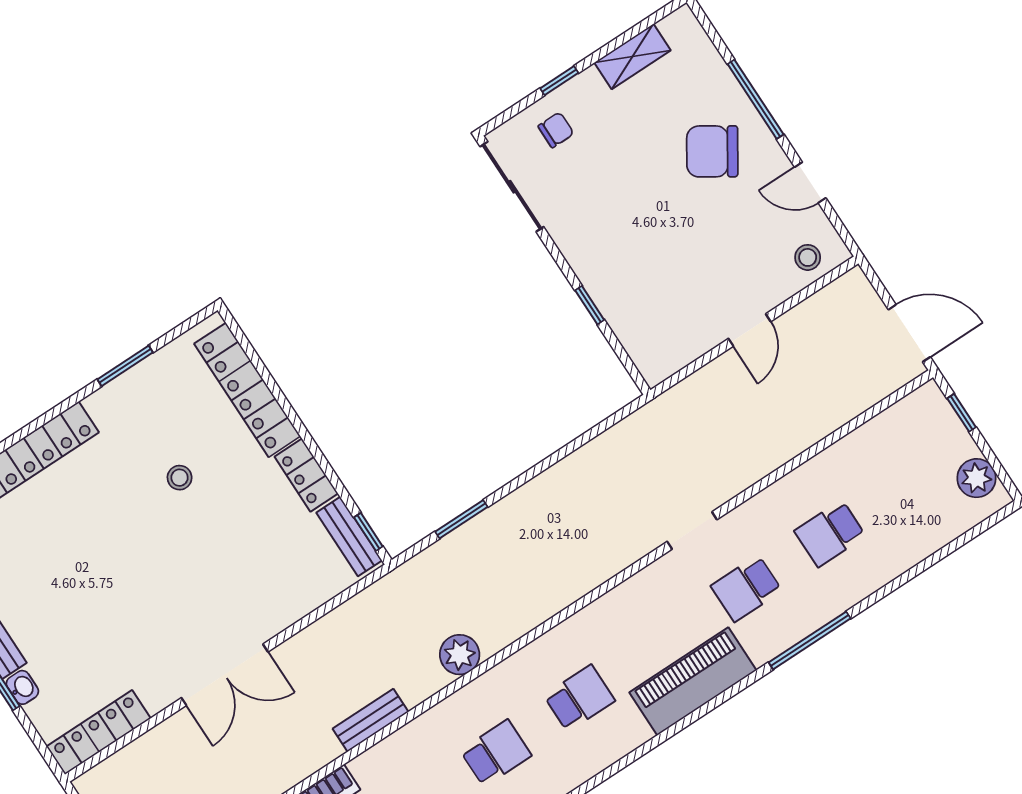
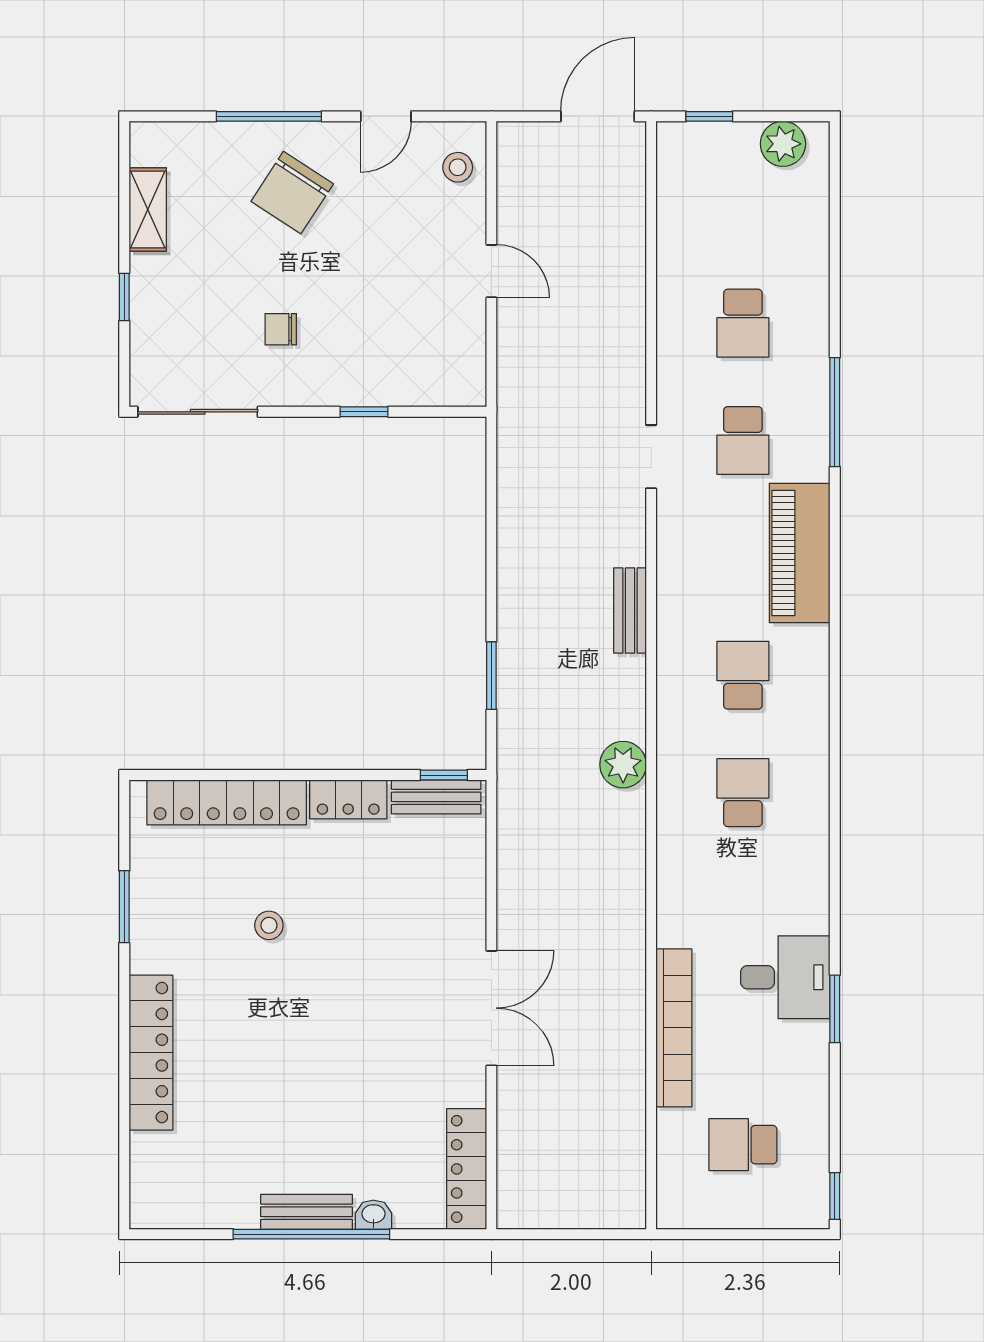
chair: (556, 130) -> (281, 329), moved, turned -90
bench: (370, 720) -> (630, 611), moved

